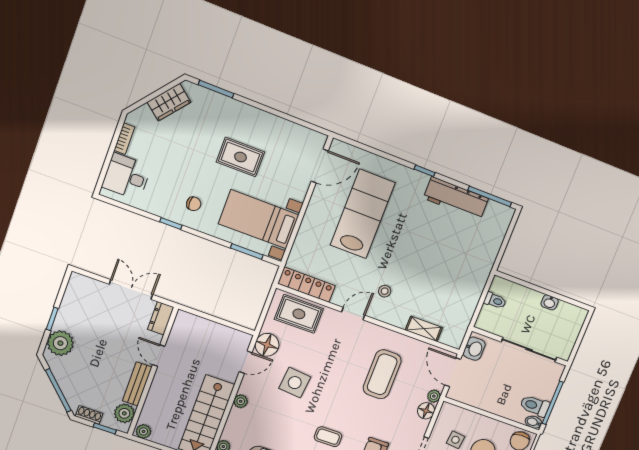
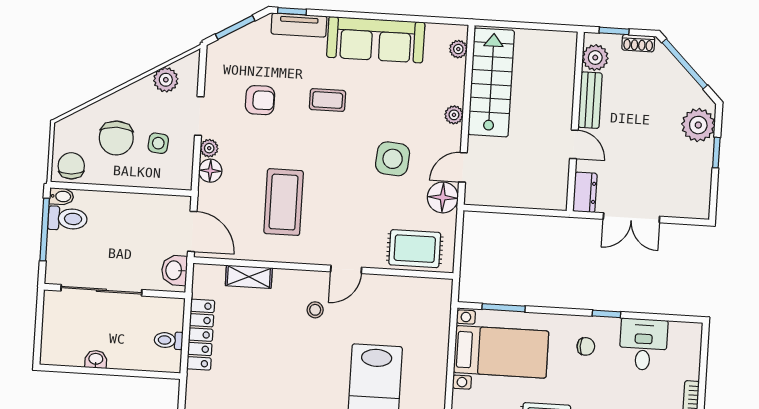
desk: (126, 177) -> (643, 344), moved, turned -90
chair: (194, 204) -> (586, 346), turned 180
locker: (307, 285) -> (201, 335), moved, turned -90
plant: (434, 396) -> (209, 148), moved
plant: (143, 431) -> (565, 41), removed

